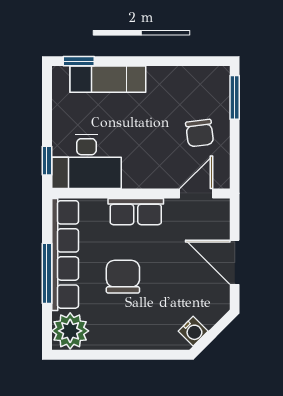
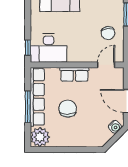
water cooler: (193, 331) -> (115, 127), moved

